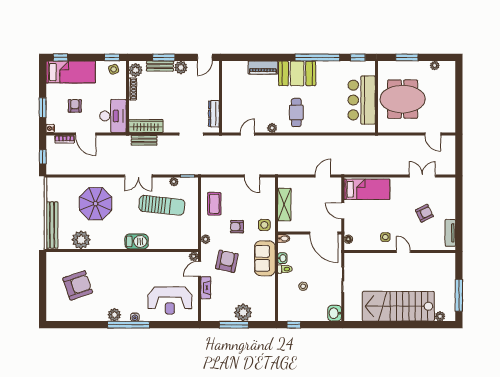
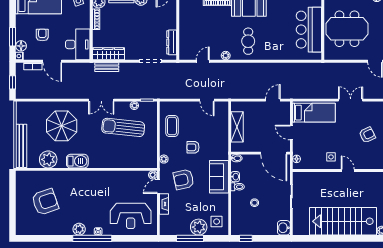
floor lamp: (52, 118) -> (21, 46), added
double door: (422, 176) -> (351, 100), moved
sun lounger: (162, 205) -> (123, 127), turned 180
side table: (264, 225) -> (217, 222), moved
barbecue: (137, 241) -> (77, 161), moved
armchair: (227, 261) -> (184, 179), turned -114

